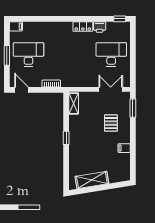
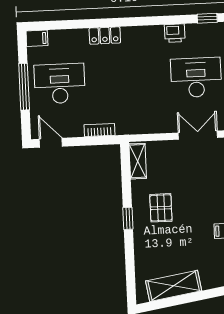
locker: (83, 27) -> (105, 36), moved
window: (7, 55) -> (24, 87), width x1.44
pallet: (111, 123) -> (161, 208), moved

